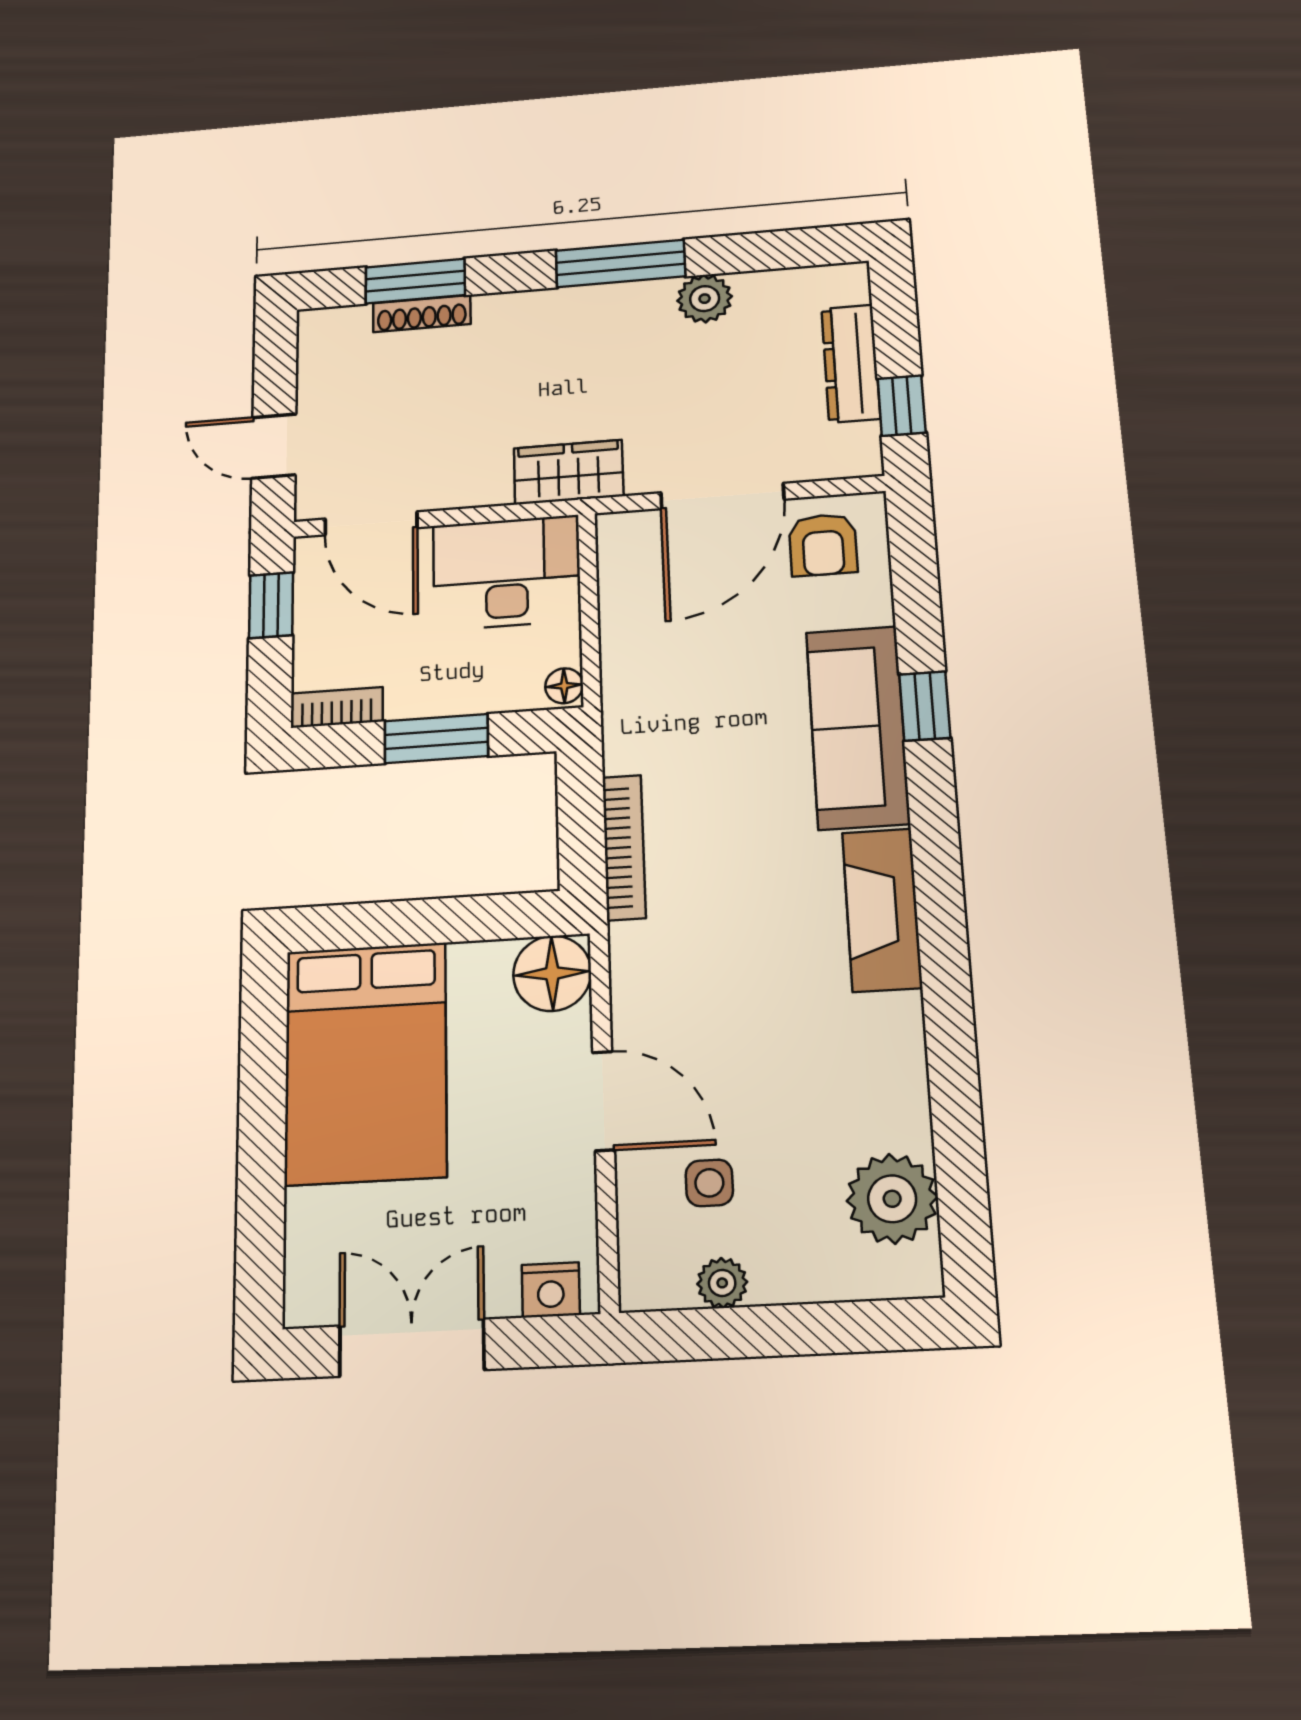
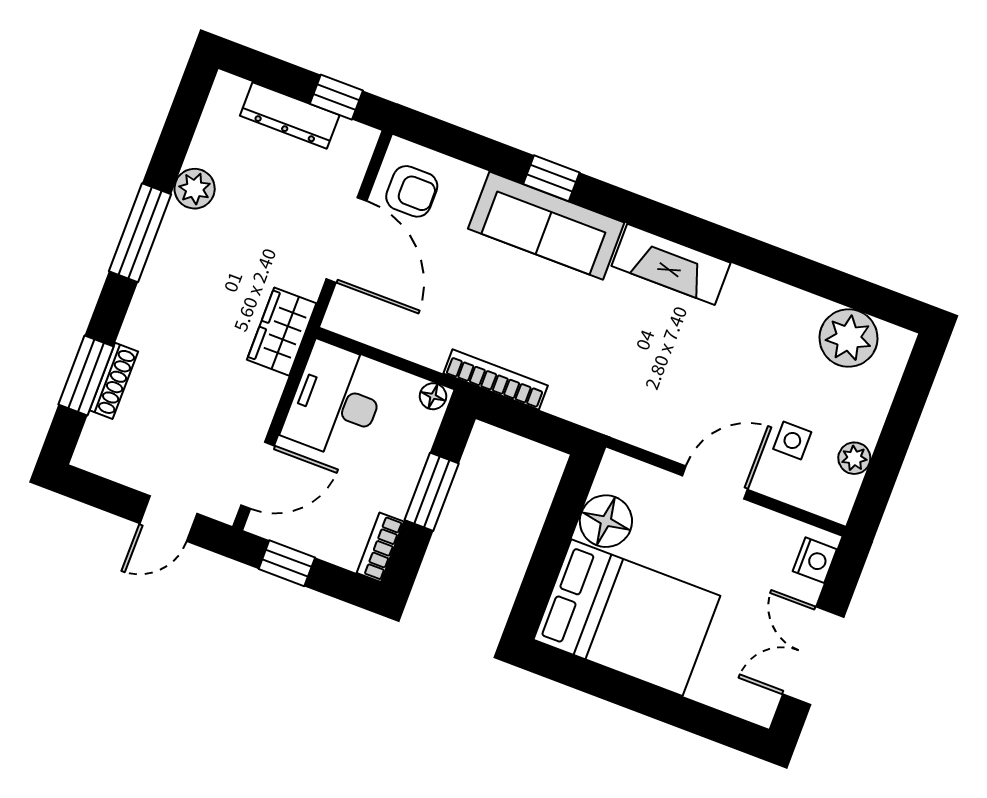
bookcase: (624, 847) -> (496, 379), moved
floor lamp: (552, 973) -> (606, 521), moved

